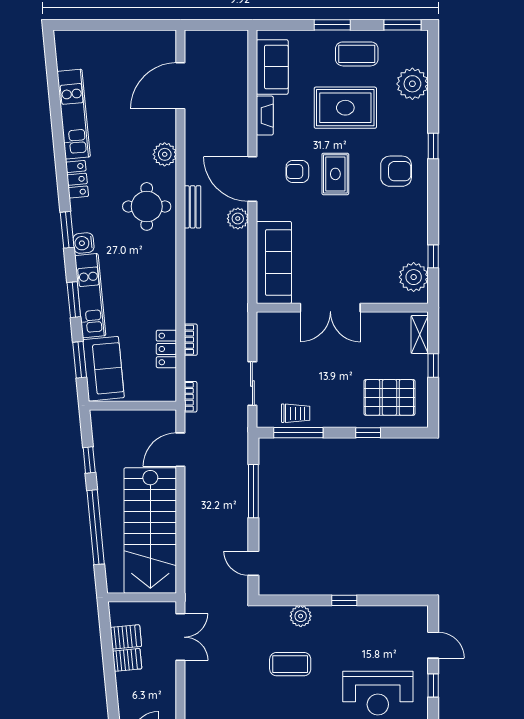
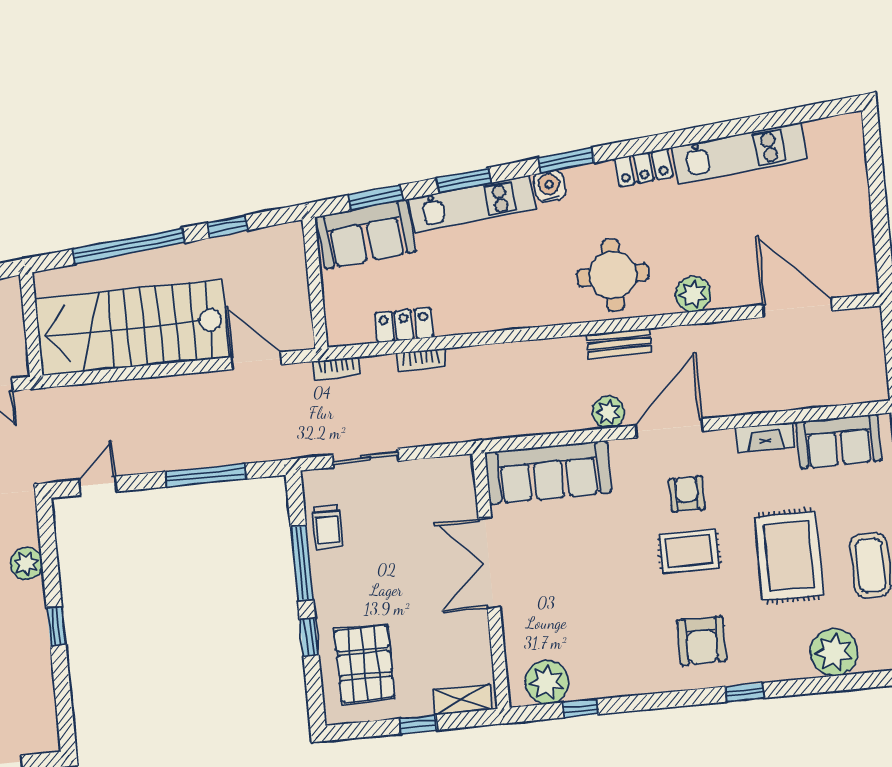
window: (298, 433) -> (302, 563), moved

